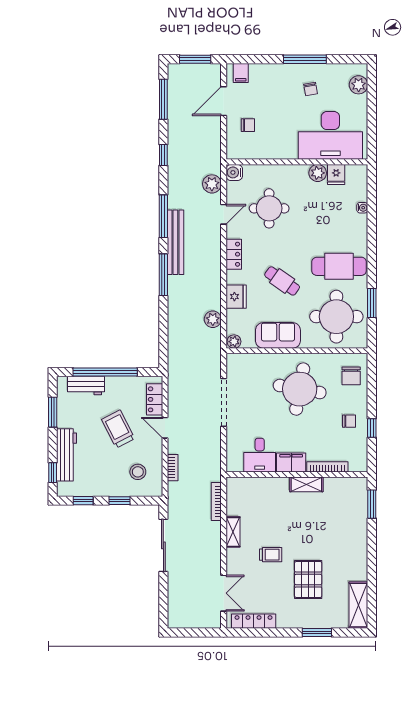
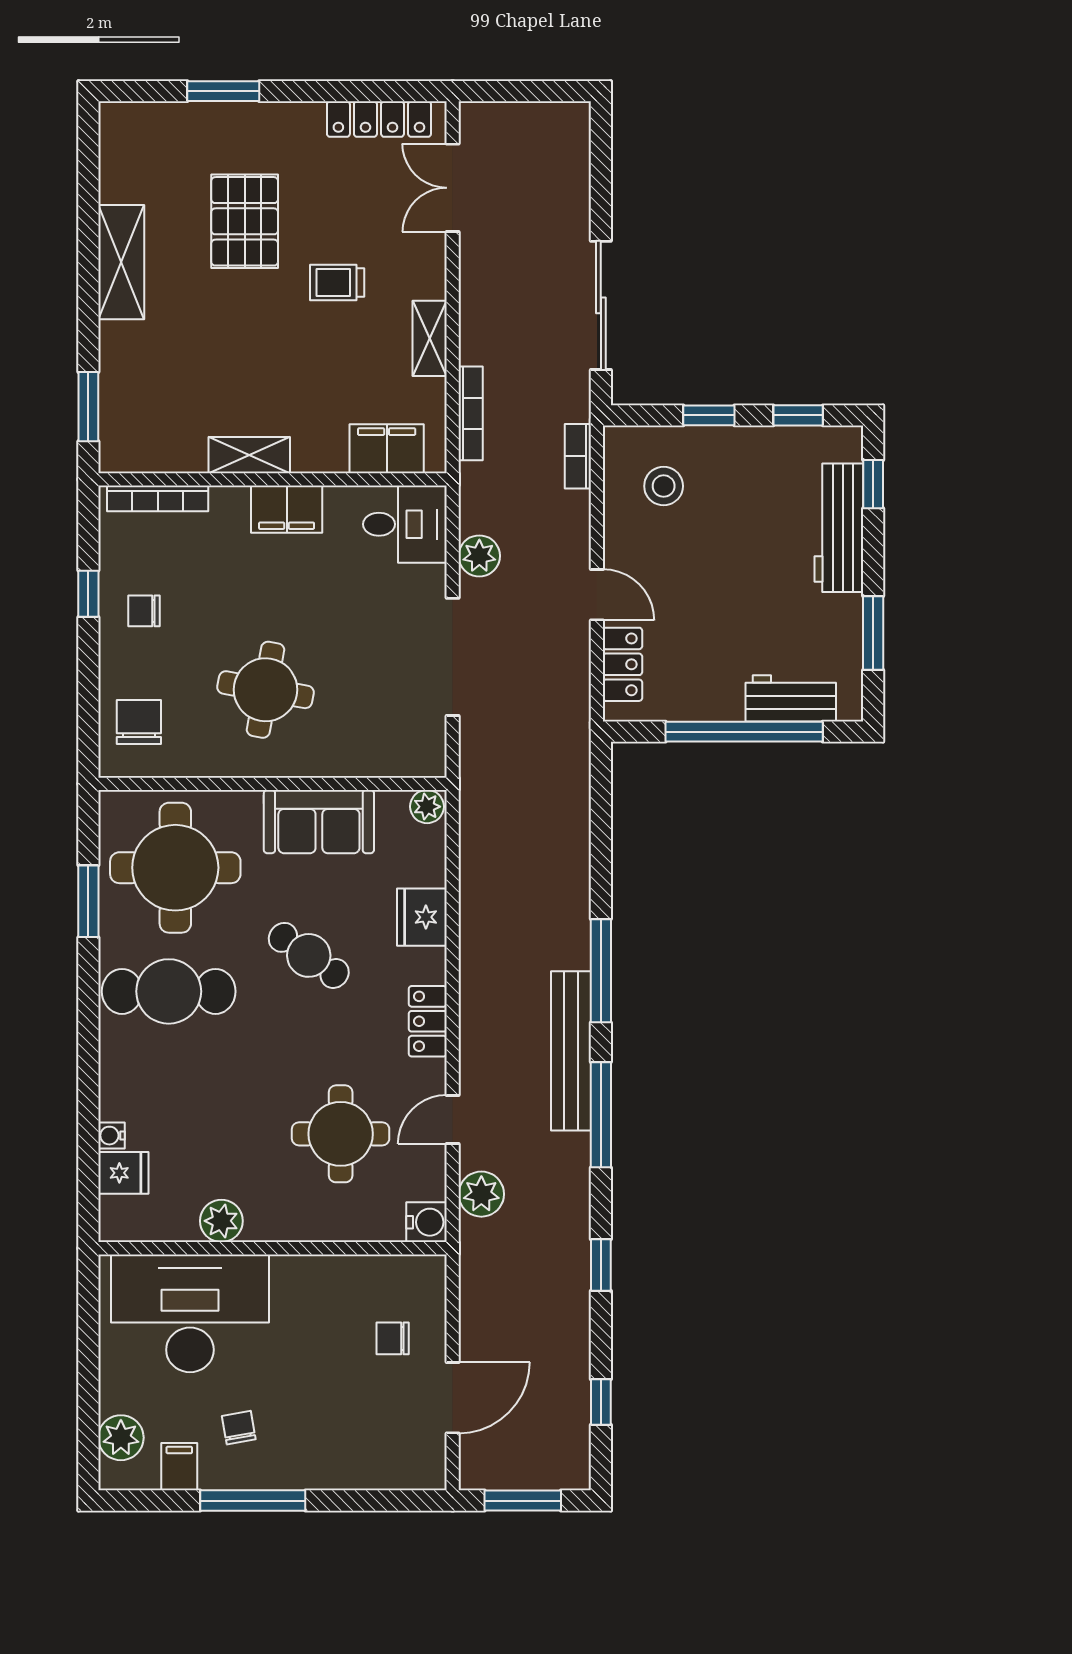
filing cabinet: (241, 73) -> (179, 1467), moved
window: (163, 99) -> (601, 1402), width x0.46
fridge: (336, 174) -> (123, 1173), moved, turned 90
plant: (213, 319) -> (479, 556), moved
round table: (300, 389) -> (265, 690), width x0.73, depth x0.73
trolley: (118, 429) -> (712, 591), removed
desk: (260, 455) -> (405, 524), moved, turned 90
bookcase: (327, 467) -> (158, 498), moved
bookcase: (173, 468) -> (578, 456), moved
filing cabinet: (250, 487) -> (387, 449), added
shelving: (358, 605) -> (121, 262), moved

